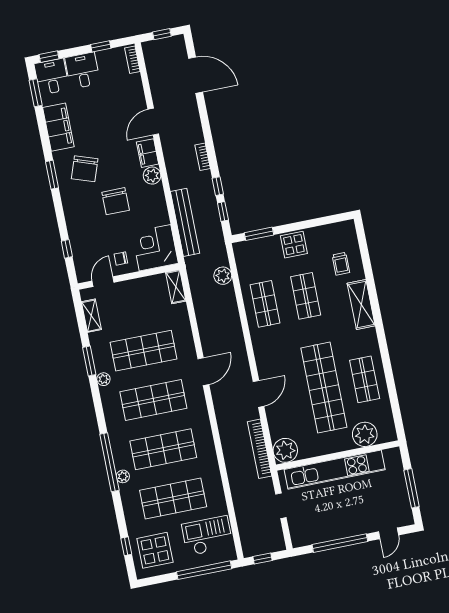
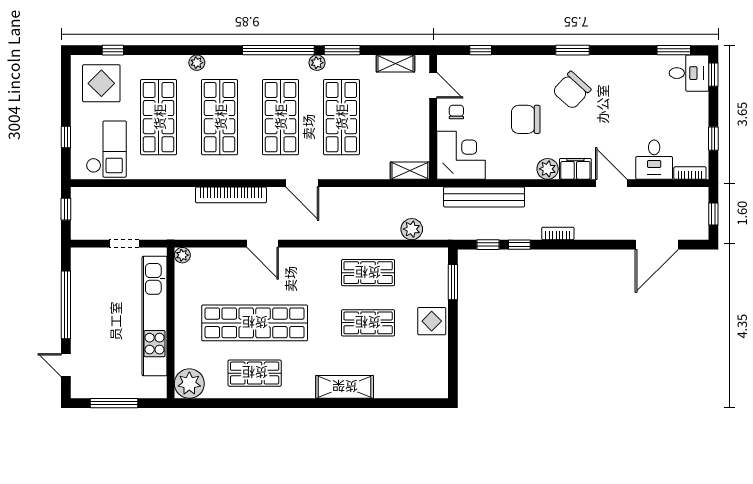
desk: (83, 71) -> (654, 160), moved, turned 90
filing cabinet: (58, 127) -> (627, 69), removed
chair: (85, 169) -> (572, 90), turned -67
trolley: (341, 264) -> (398, 372), removed
plant: (365, 434) -> (189, 384), moved
bookcase: (260, 449) -> (231, 195), moved, turned 180
plant: (285, 450) -> (182, 255), width x0.53, depth x0.53
window: (109, 462) -> (278, 50), moved
window: (204, 570) -> (66, 137), width x0.32

